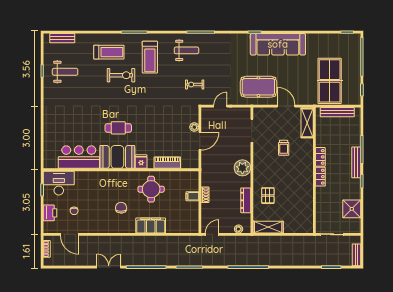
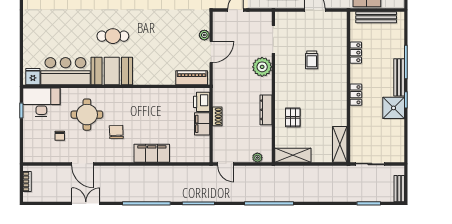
shelving: (307, 123) -> (340, 144), moved
locker: (320, 157) -> (356, 53), moved
fridge: (141, 162) -> (33, 77), moved
piano: (167, 163) -> (192, 78), moved
plant: (242, 168) -> (262, 67), moved
round table: (151, 189) -> (87, 115), moved
filing cabinet: (192, 196) -> (202, 124), width x2.00
dresser: (246, 200) -> (266, 110), moved
shower: (352, 209) -> (394, 108), moved
printer: (50, 213) -> (202, 102), moved, turned 180
door: (70, 234) -> (83, 164), moved
door: (212, 234) -> (226, 164), swing flipped
double door: (109, 267) -> (86, 203), moved

